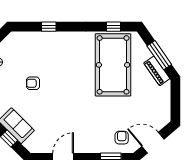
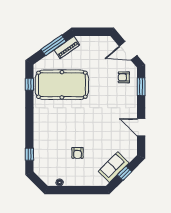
window: (49, 27) -> (29, 154), moved
door: (153, 143) -> (128, 51), hinge flipped

